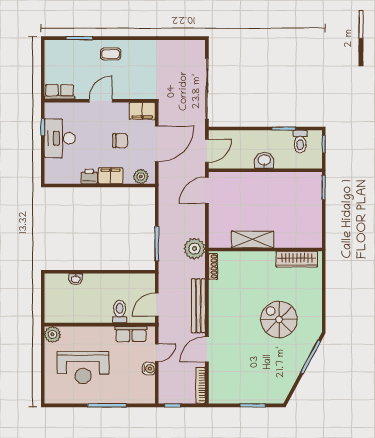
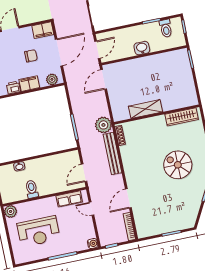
bench: (198, 306) -> (112, 154), moved
toilet: (120, 312) -> (32, 189), moved
door: (157, 353) -> (91, 209), swing flipped
water cooler: (149, 369) -> (93, 244), moved

